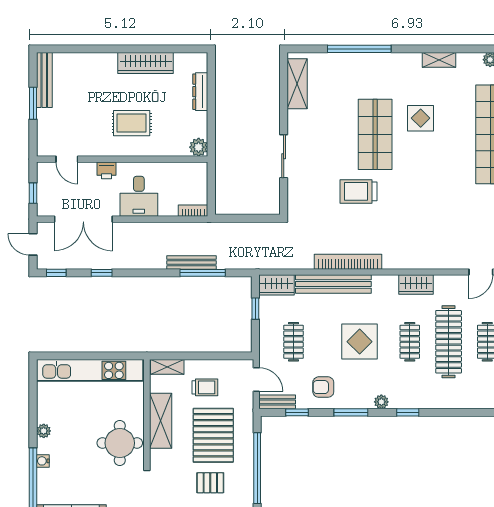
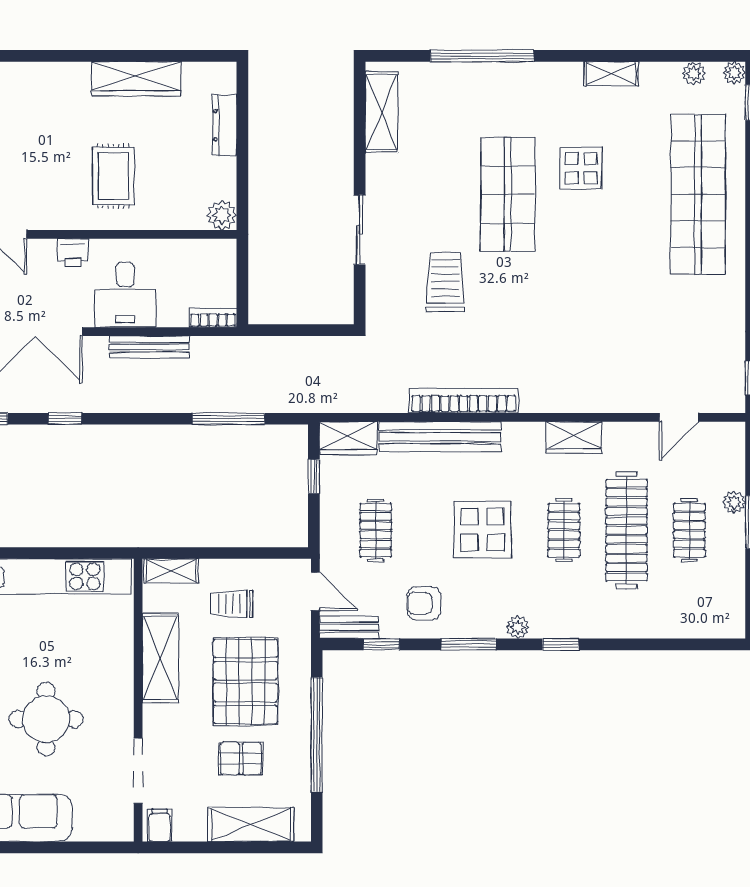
rug: (132, 123) -> (113, 176), turned 90
trolley: (359, 191) -> (445, 282), moved, turned 90
bench: (191, 263) -> (150, 347), moved
trolley: (205, 387) -> (232, 604), turned 180
round table: (120, 443) -> (46, 719), moved

